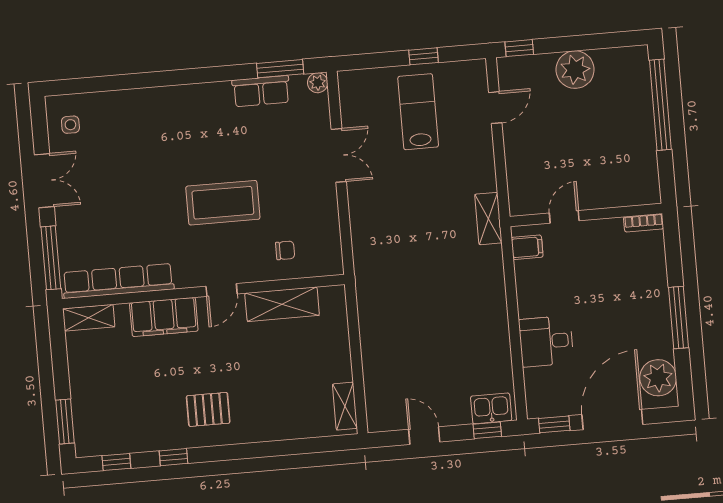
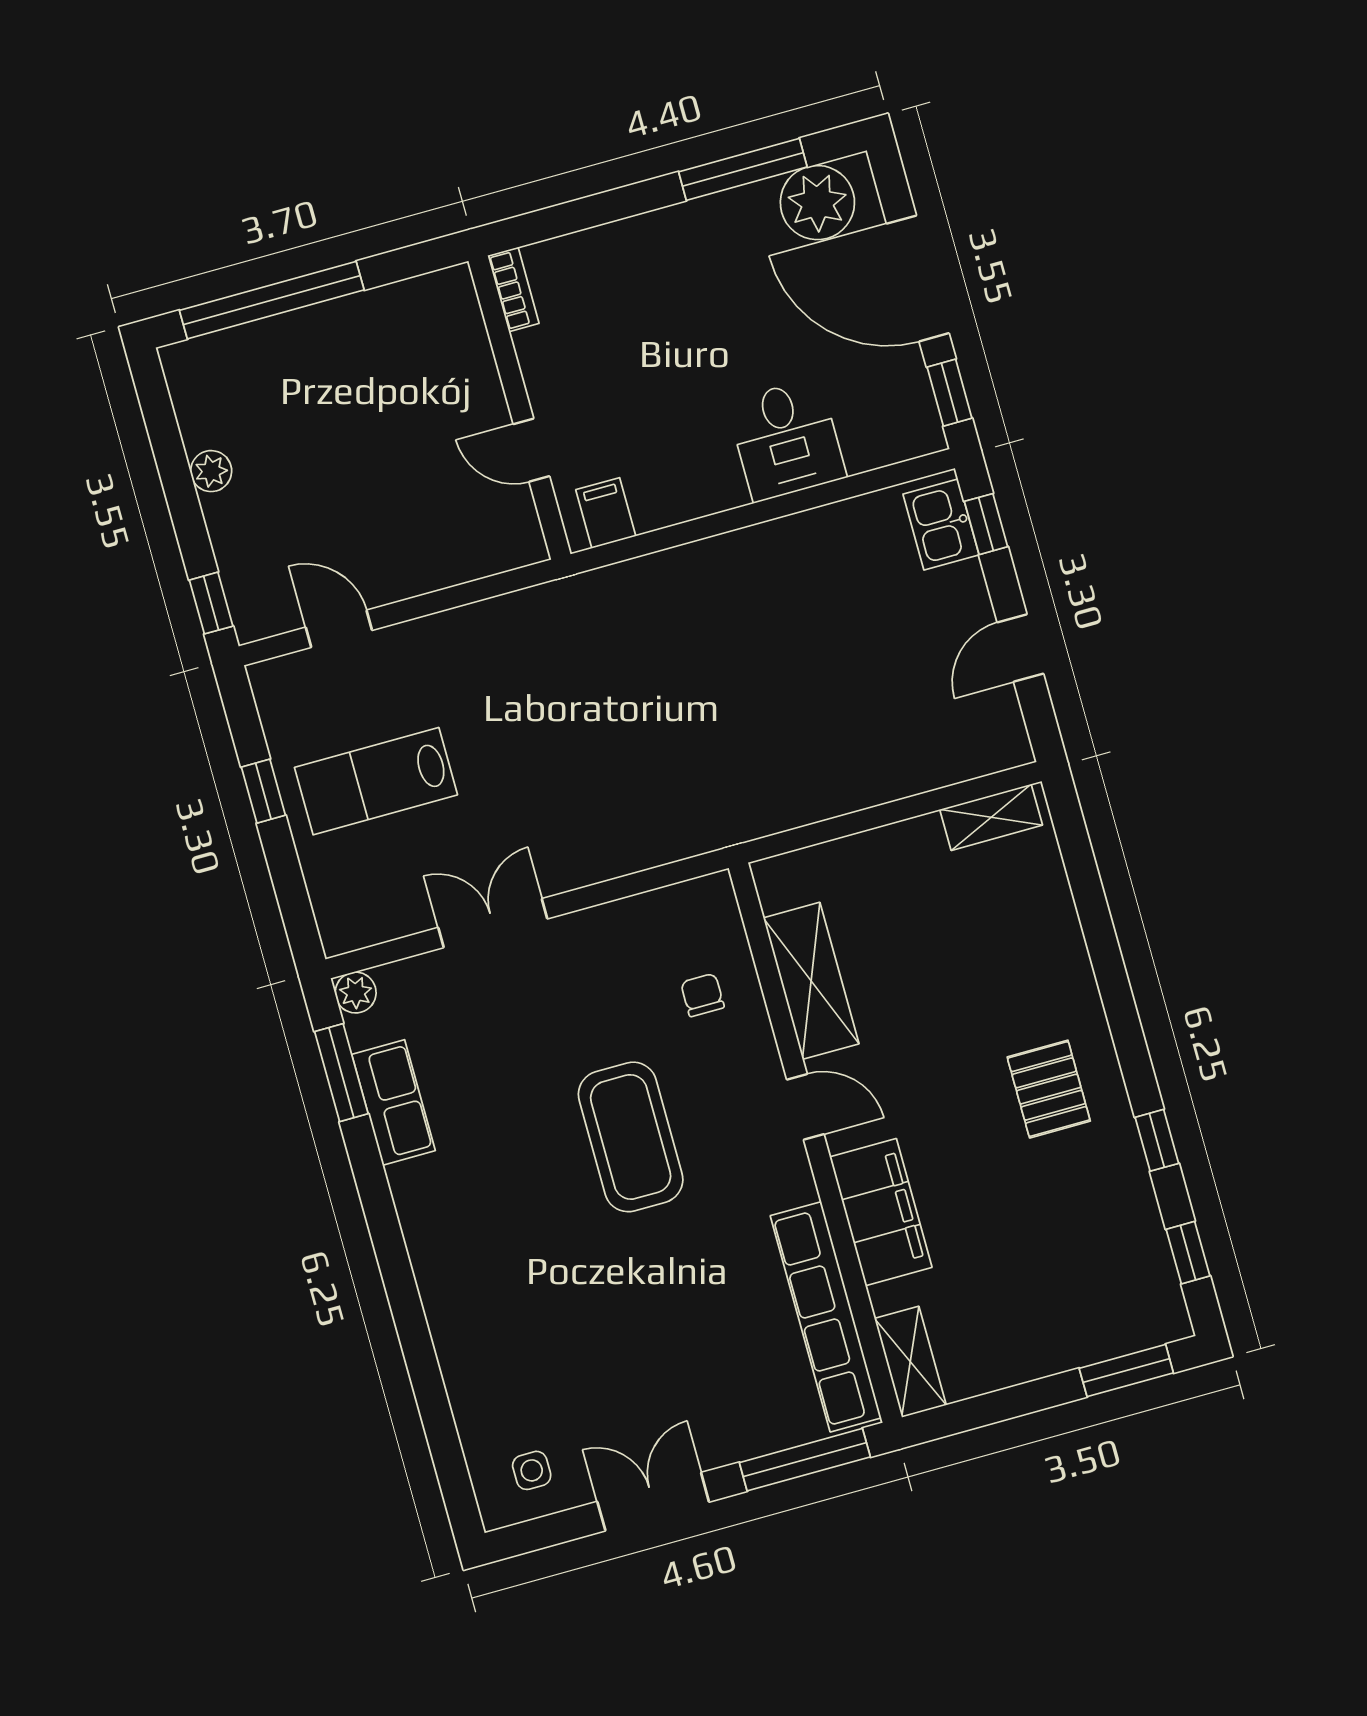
plant: (575, 70) -> (211, 471), width x0.53, depth x0.53
shelving: (488, 219) -> (563, 601), removed
window: (679, 317) -> (743, 169), moved

